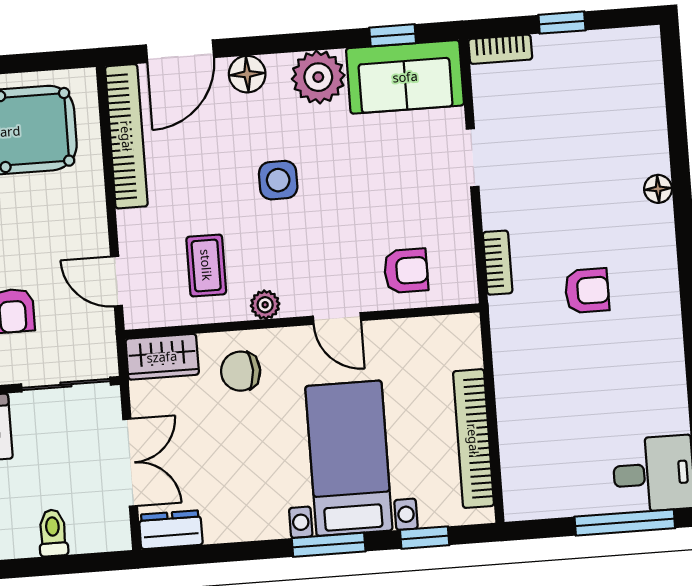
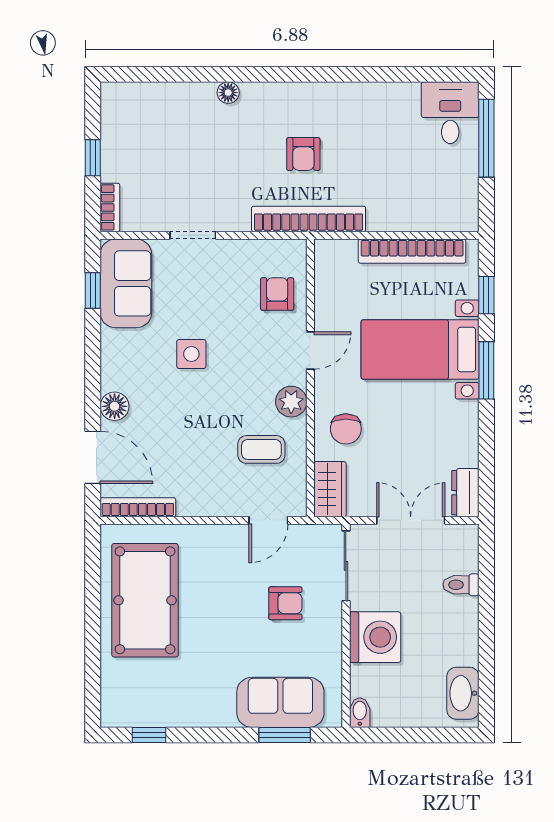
plant: (318, 77) -> (121, 351), removed
bookcase: (126, 136) -> (138, 507), width x0.68, depth x0.76
side table: (278, 180) -> (191, 354), moved
bookcase: (498, 263) -> (309, 219), width x2.31, depth x1.31
armchair: (587, 291) -> (303, 154), turned 180
plant: (265, 305) -> (291, 402), width x1.38, depth x1.38

